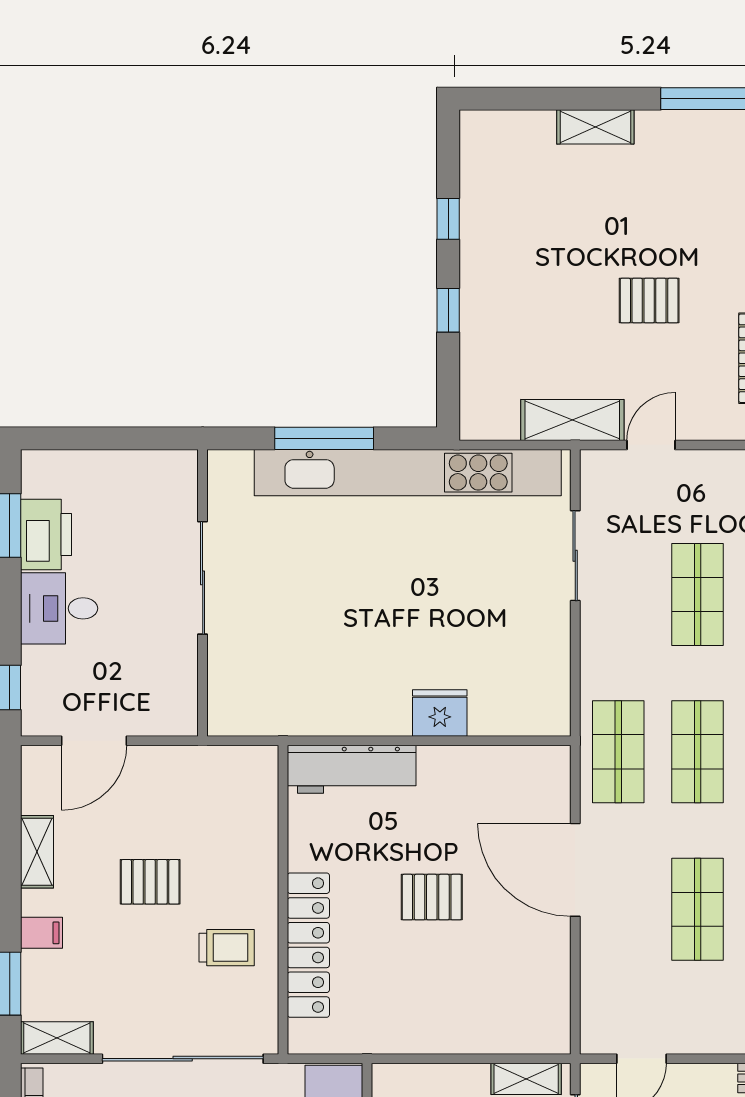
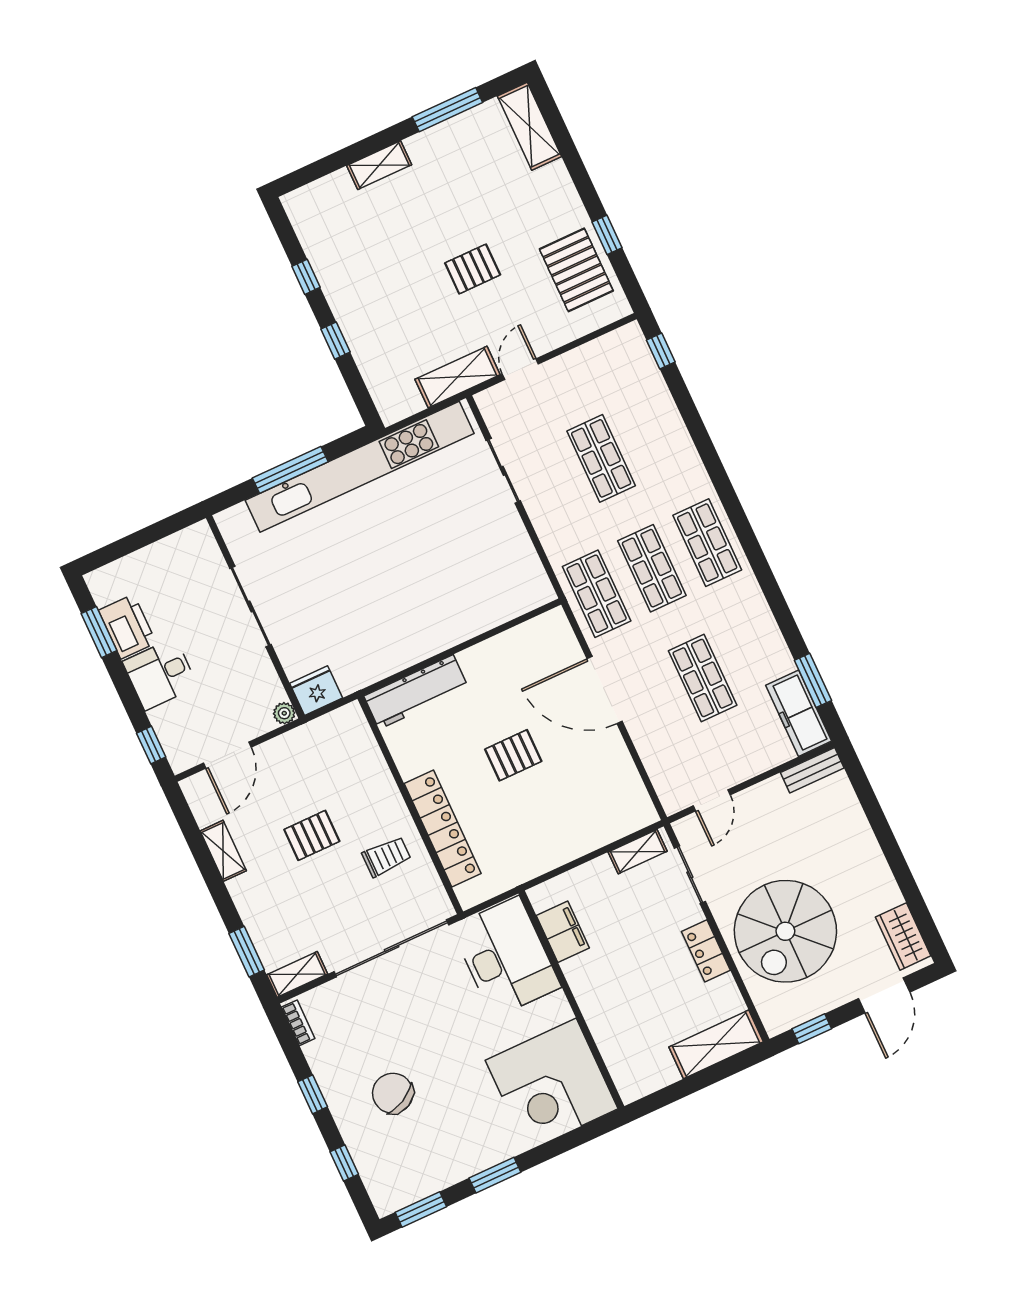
fridge: (440, 713) -> (316, 691), moved
plant: (184, 722) -> (284, 713), added
filing cabinet: (41, 933) -> (252, 906), removed

